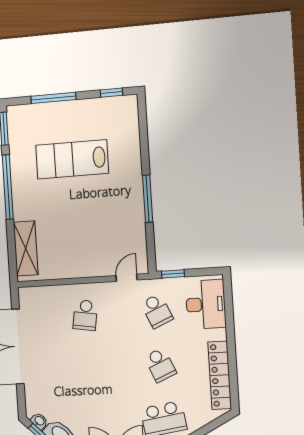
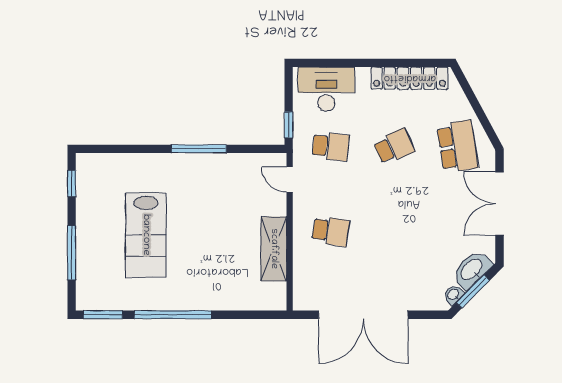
shelving: (26, 248) -> (274, 249), moved, turned 90
school desk: (157, 311) -> (331, 146), turned 30

